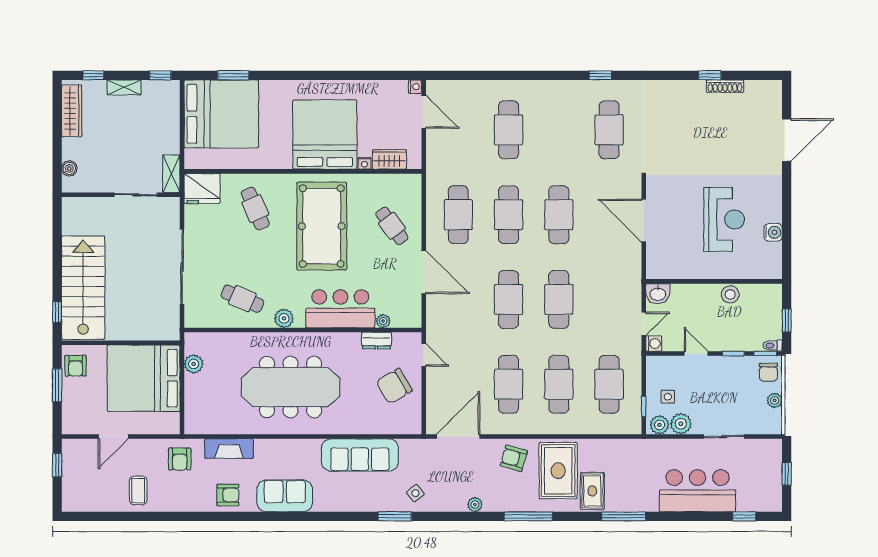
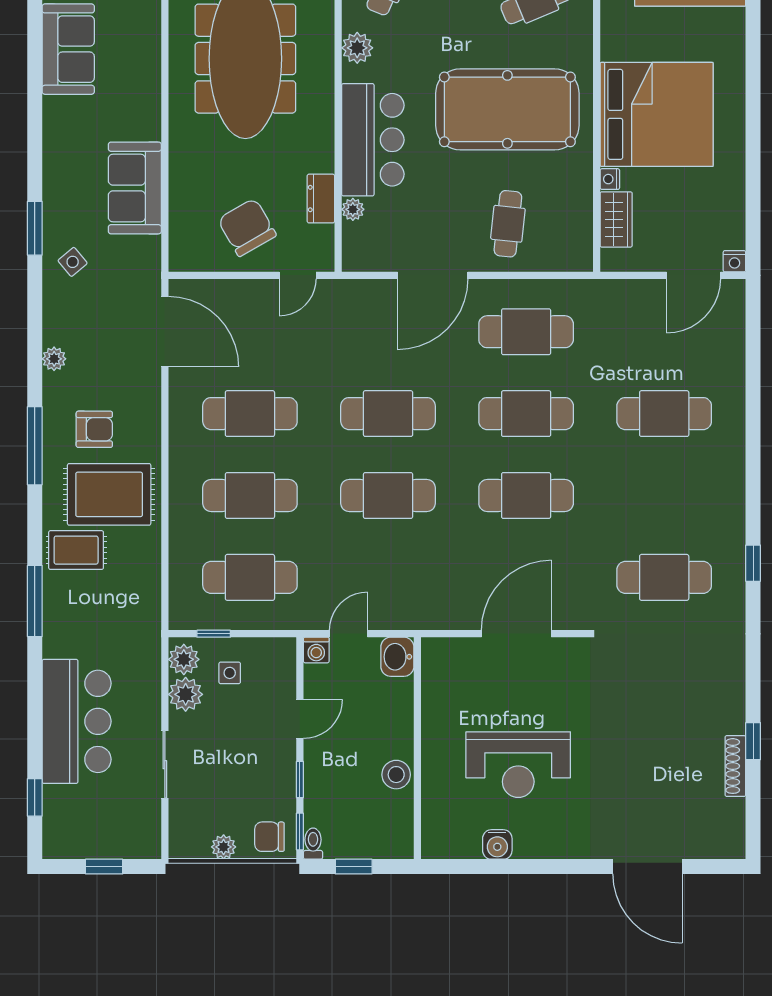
cafe table: (392, 226) -> (508, 224), turned -48
door: (644, 324) -> (348, 634), swing flipped
sofa: (360, 455) -> (135, 188), width x0.73
armchair: (514, 458) -> (94, 429), moved, turned 74

